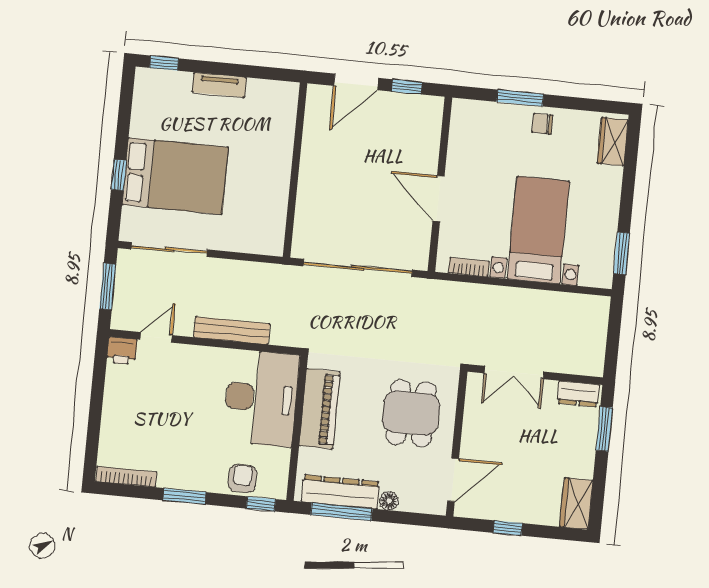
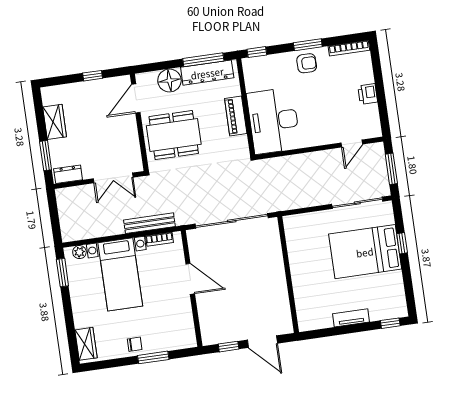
door: (356, 82) -> (262, 342), swing flipped
plant: (590, 277) -> (79, 252), added
bench: (232, 331) -> (149, 223), moved
printer: (122, 351) -> (368, 94), moved, turned -90
double door: (514, 373) -> (113, 178), swing flipped
piano: (320, 409) -> (236, 116), width x0.73, depth x0.75
dining table: (411, 413) -> (174, 135), width x1.38
armchair: (242, 479) -> (307, 63), moved, turned -90
floor lamp: (389, 501) -> (169, 81), width x1.89, depth x1.89
wardrobe: (576, 504) -> (55, 122), moved

